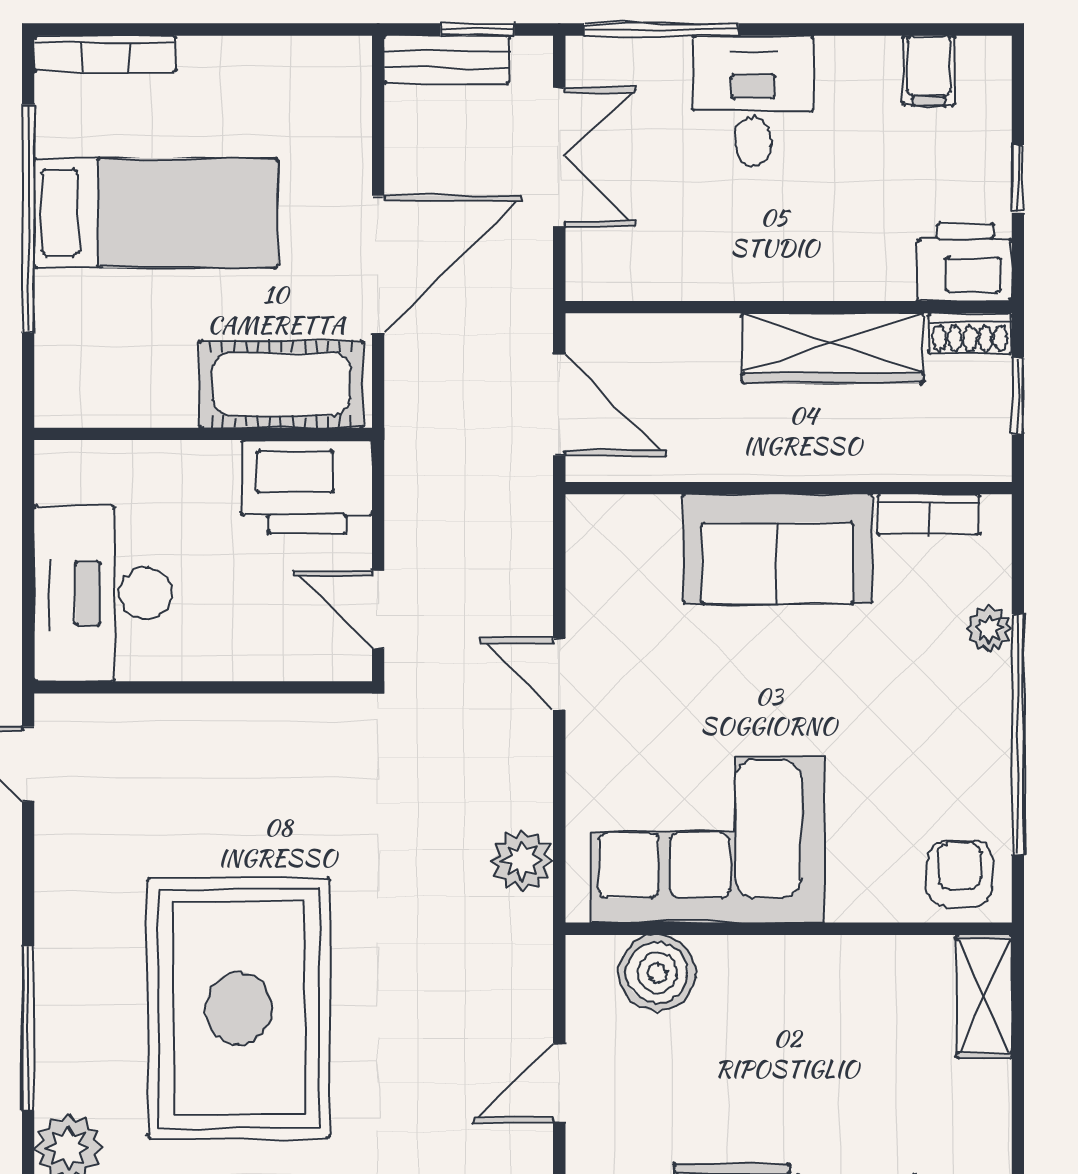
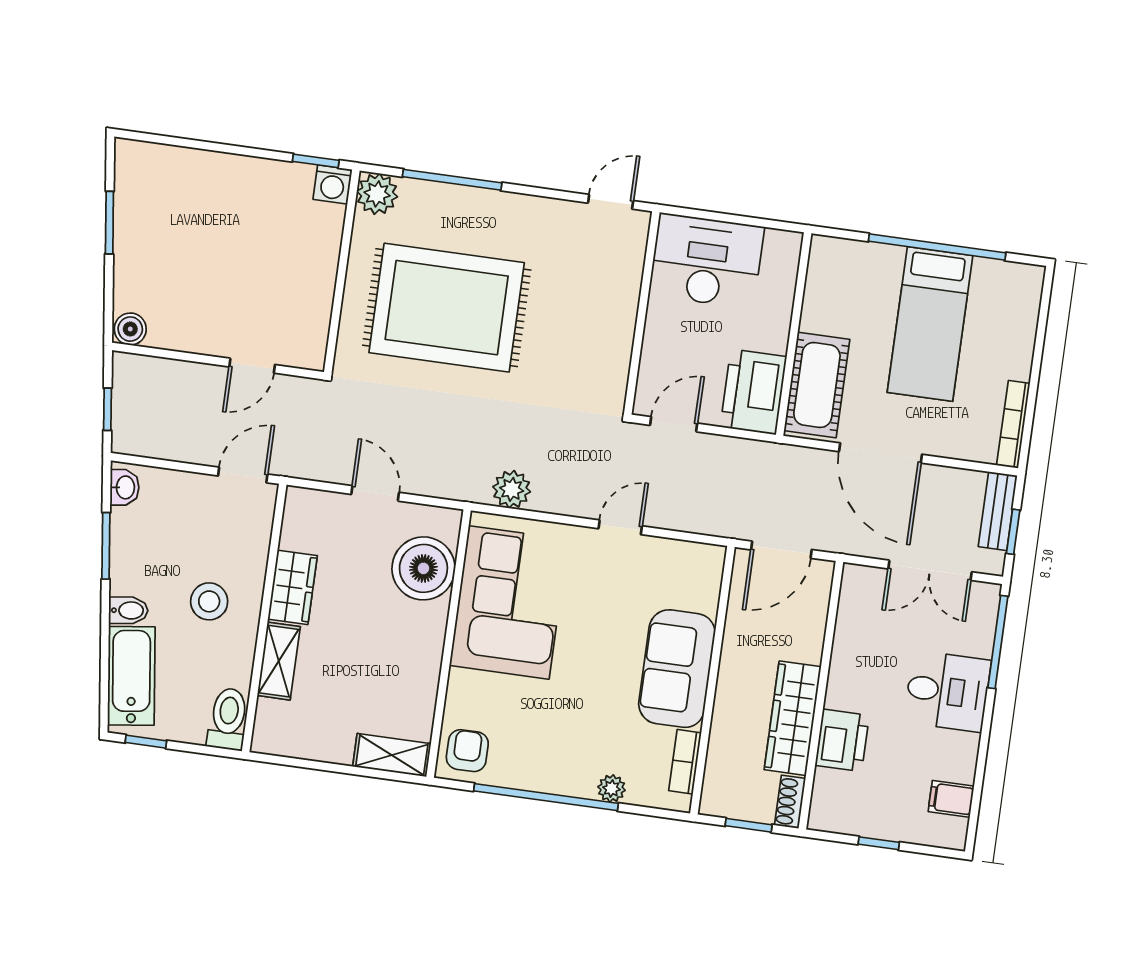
bookcase: (105, 54) -> (1013, 424), moved
printer: (965, 262) -> (842, 740), moved
armchair: (960, 874) -> (467, 751), turned -90
boiler: (657, 973) -> (423, 568), width x1.37, depth x1.37

